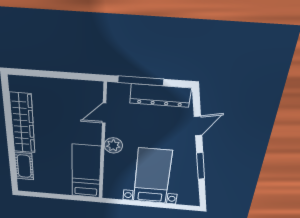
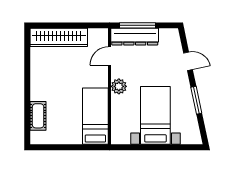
dresser: (160, 96) -> (135, 37), moved
wardrobe: (22, 123) -> (59, 37), moved, turned 90
door: (198, 126) -> (188, 61), hinge flipped

